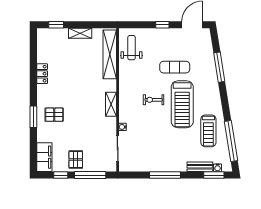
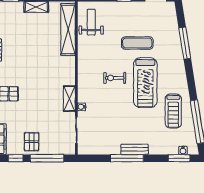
shelving: (111, 104) -> (69, 99), moved
bench: (200, 167) -> (135, 149), moved

